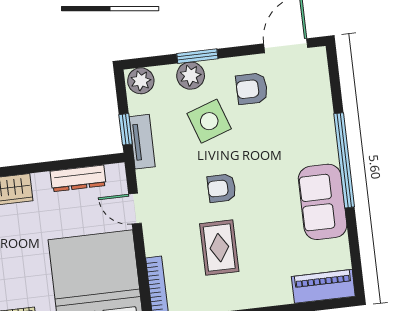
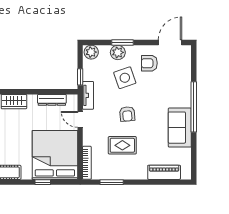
tv unit: (142, 142) -> (88, 95), moved
armchair: (222, 188) -> (127, 114), turned -95
rug: (219, 248) -> (122, 145), turned 90
piano: (323, 286) -> (164, 172), moved

